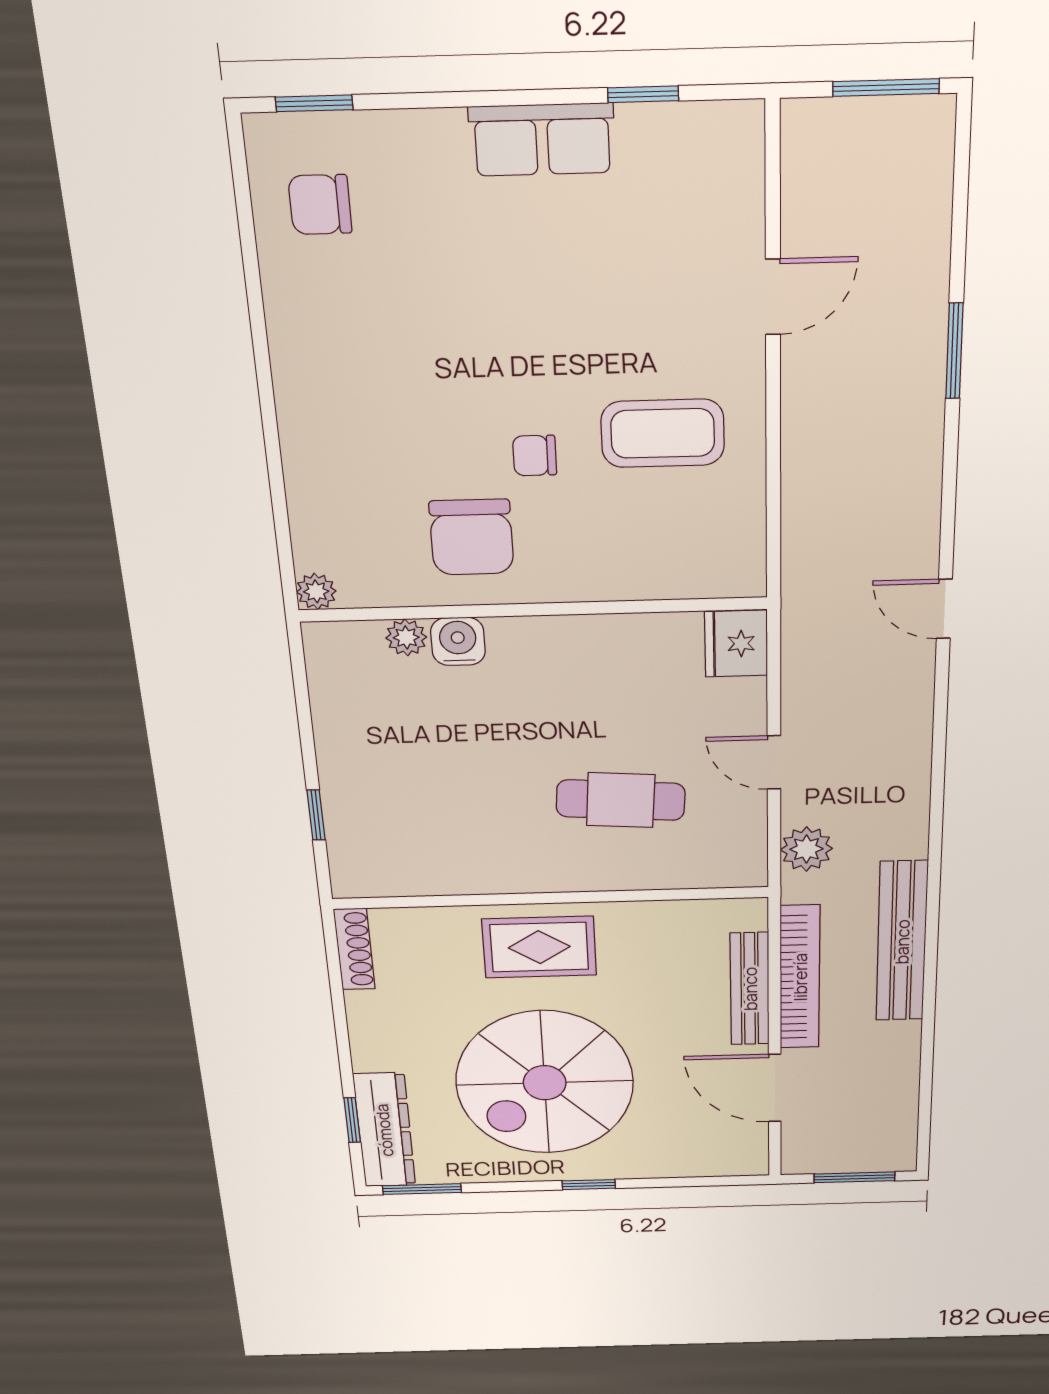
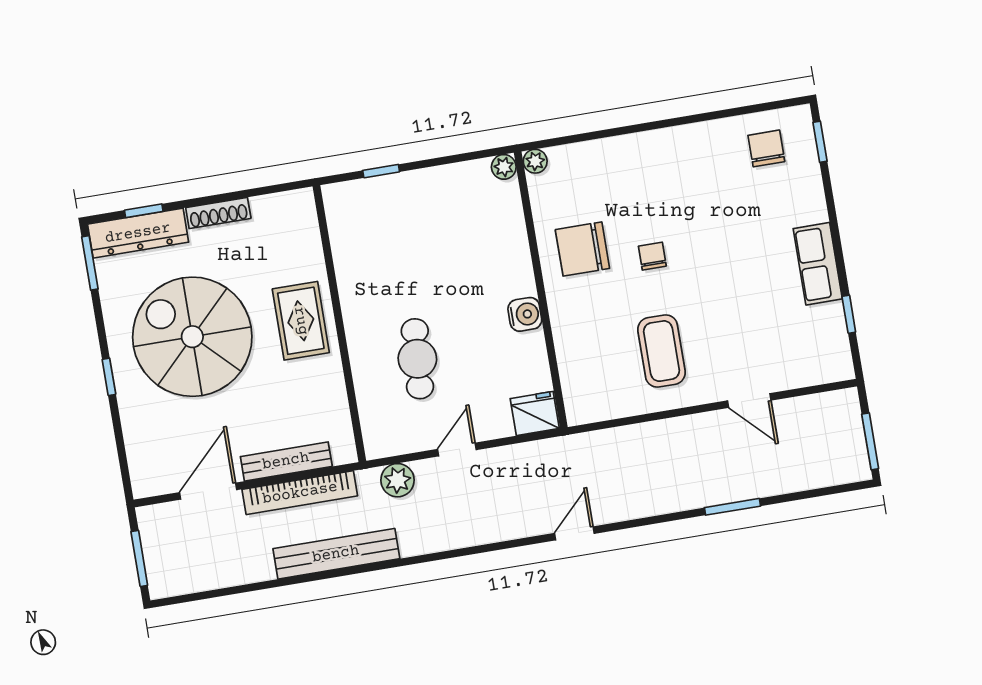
chair: (535, 456) -> (652, 256), moved
plant: (406, 637) -> (504, 167), moved
water cooler: (458, 641) -> (525, 314), moved
shoe rack: (354, 949) -> (218, 213), moved

